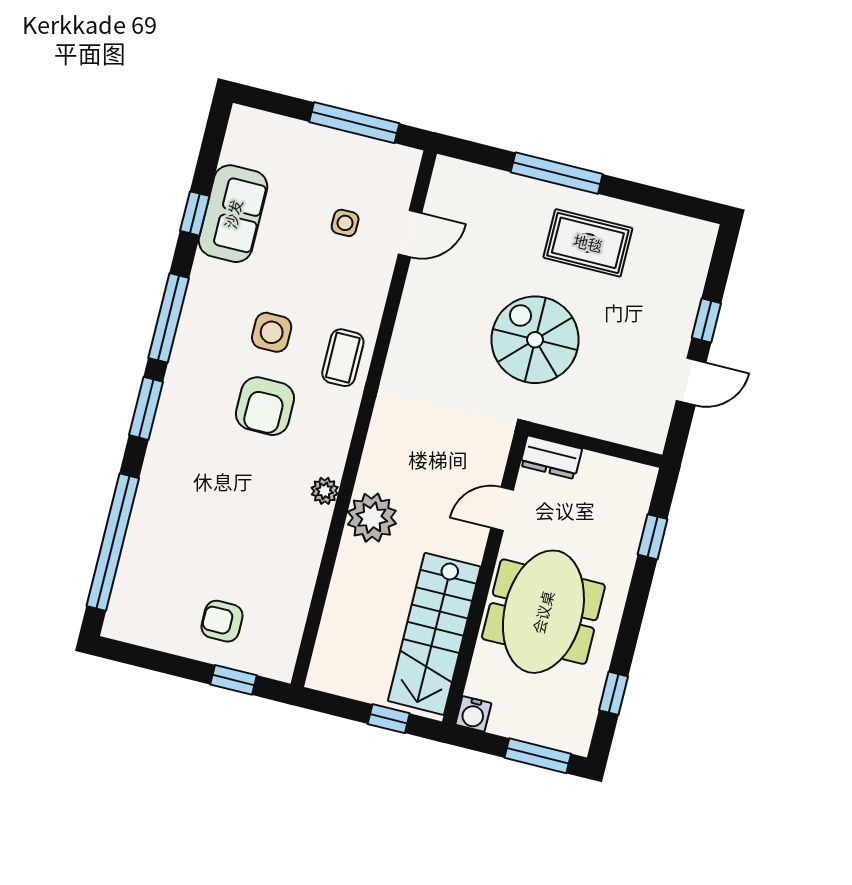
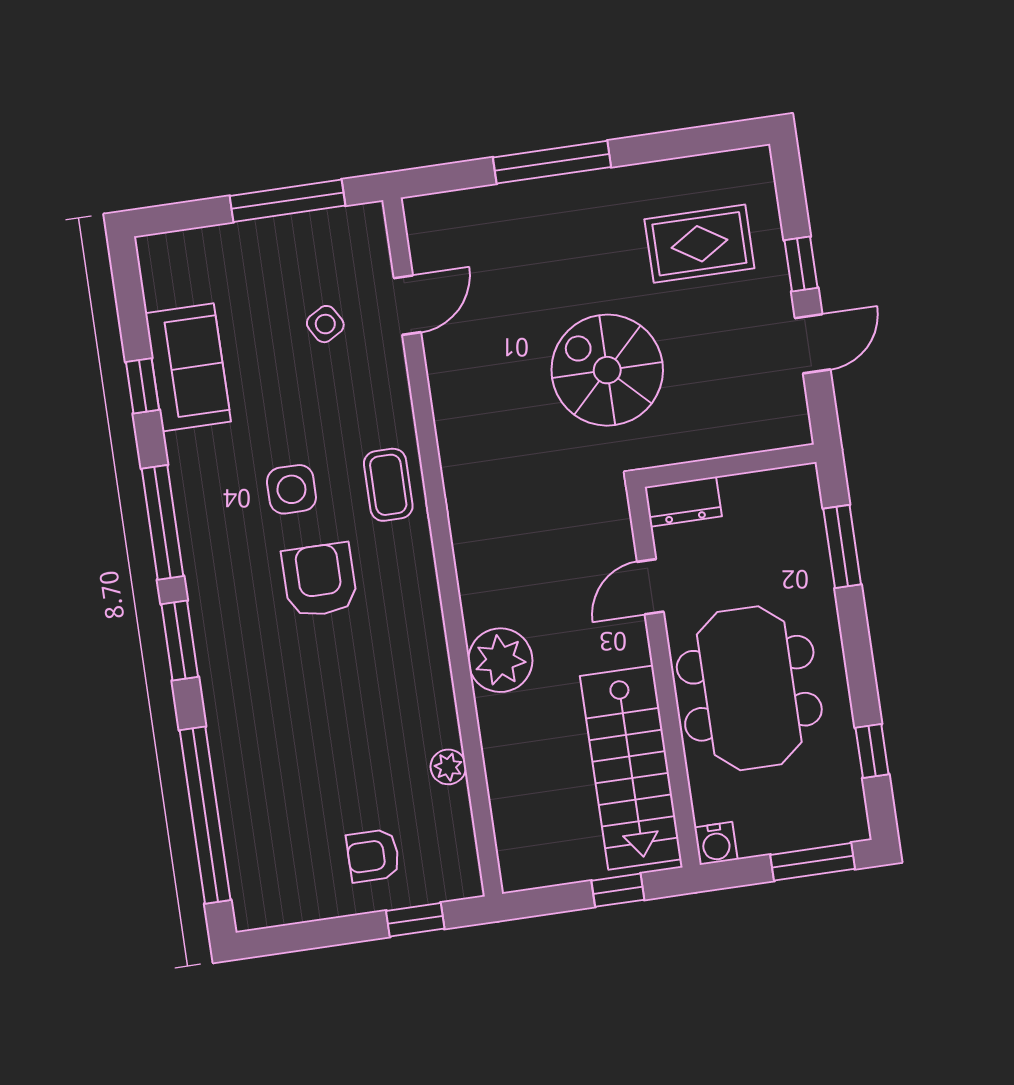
side table: (345, 223) -> (325, 324), turned -30
rug: (588, 243) -> (699, 244), moved
armchair: (265, 406) -> (319, 580), turned 180
plant: (325, 491) -> (448, 767), moved
window: (653, 537) -> (842, 547), width x1.50

